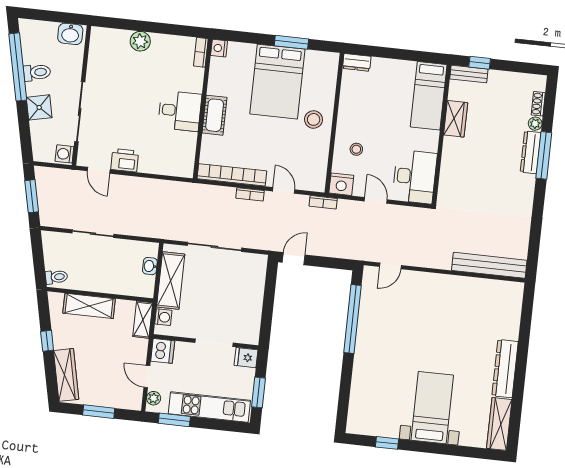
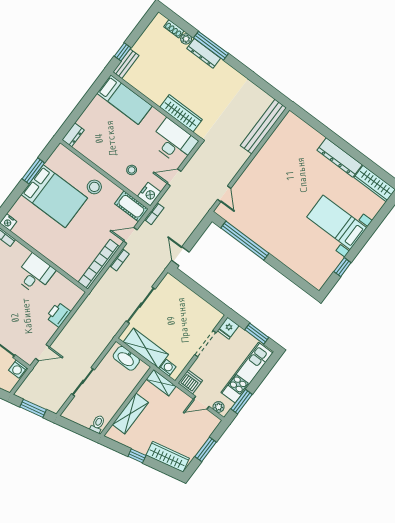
cot: (215, 115) -> (131, 206), moved
wardrobe: (456, 119) -> (181, 113), moved, width x1.50
printer: (125, 160) -> (58, 315), moved
washbasin: (150, 266) -> (126, 358), width x1.91, depth x1.45

